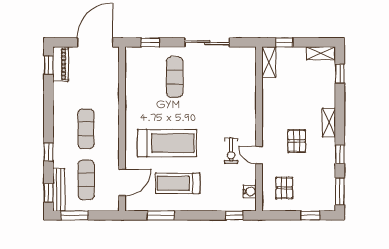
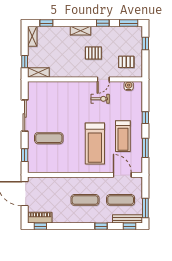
treadmill: (167, 143) -> (95, 143), turned 180
window: (234, 215) -> (145, 118), moved

